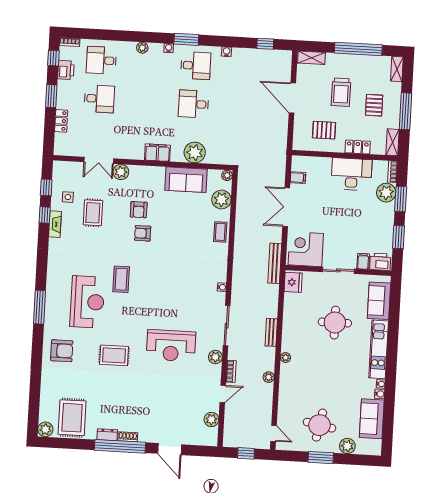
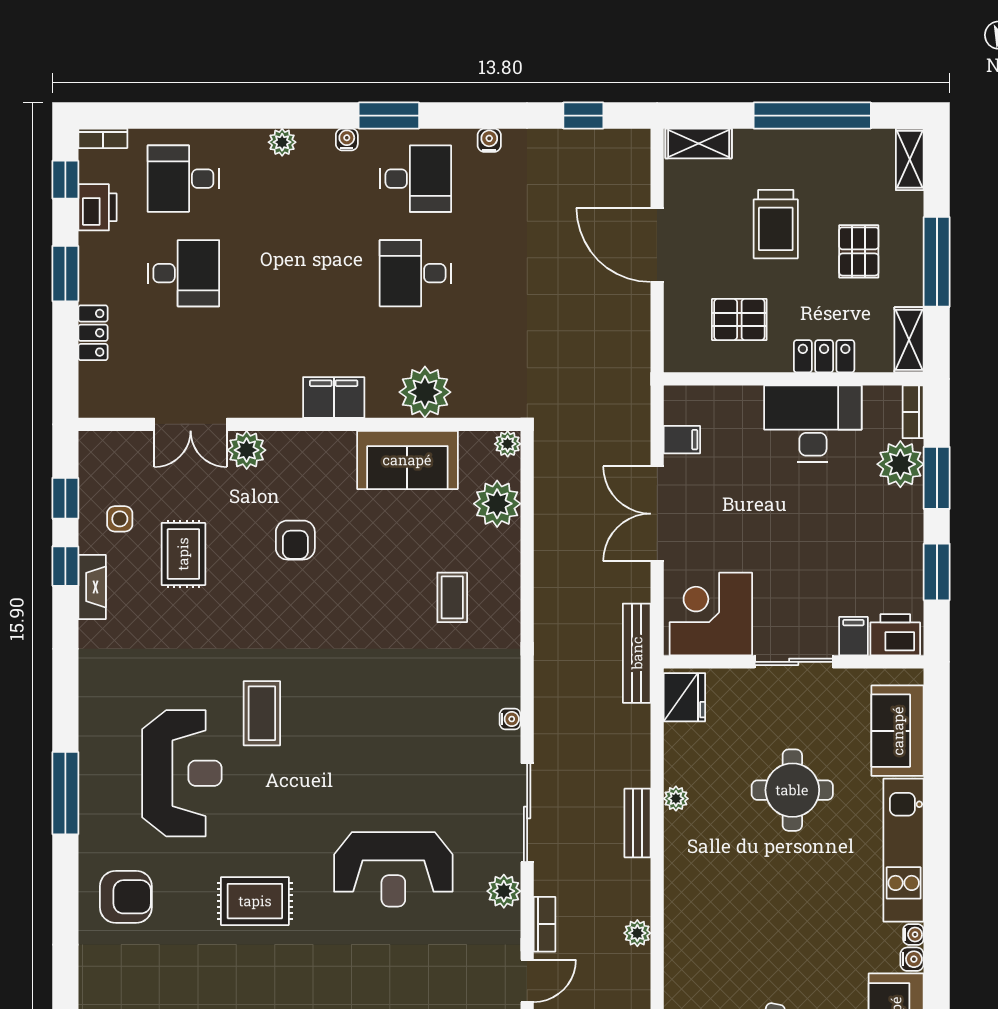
coffee table: (220, 232) -> (452, 597), moved
armchair: (143, 233) -> (308, 597), removed
plant: (285, 358) -> (676, 799), moved

